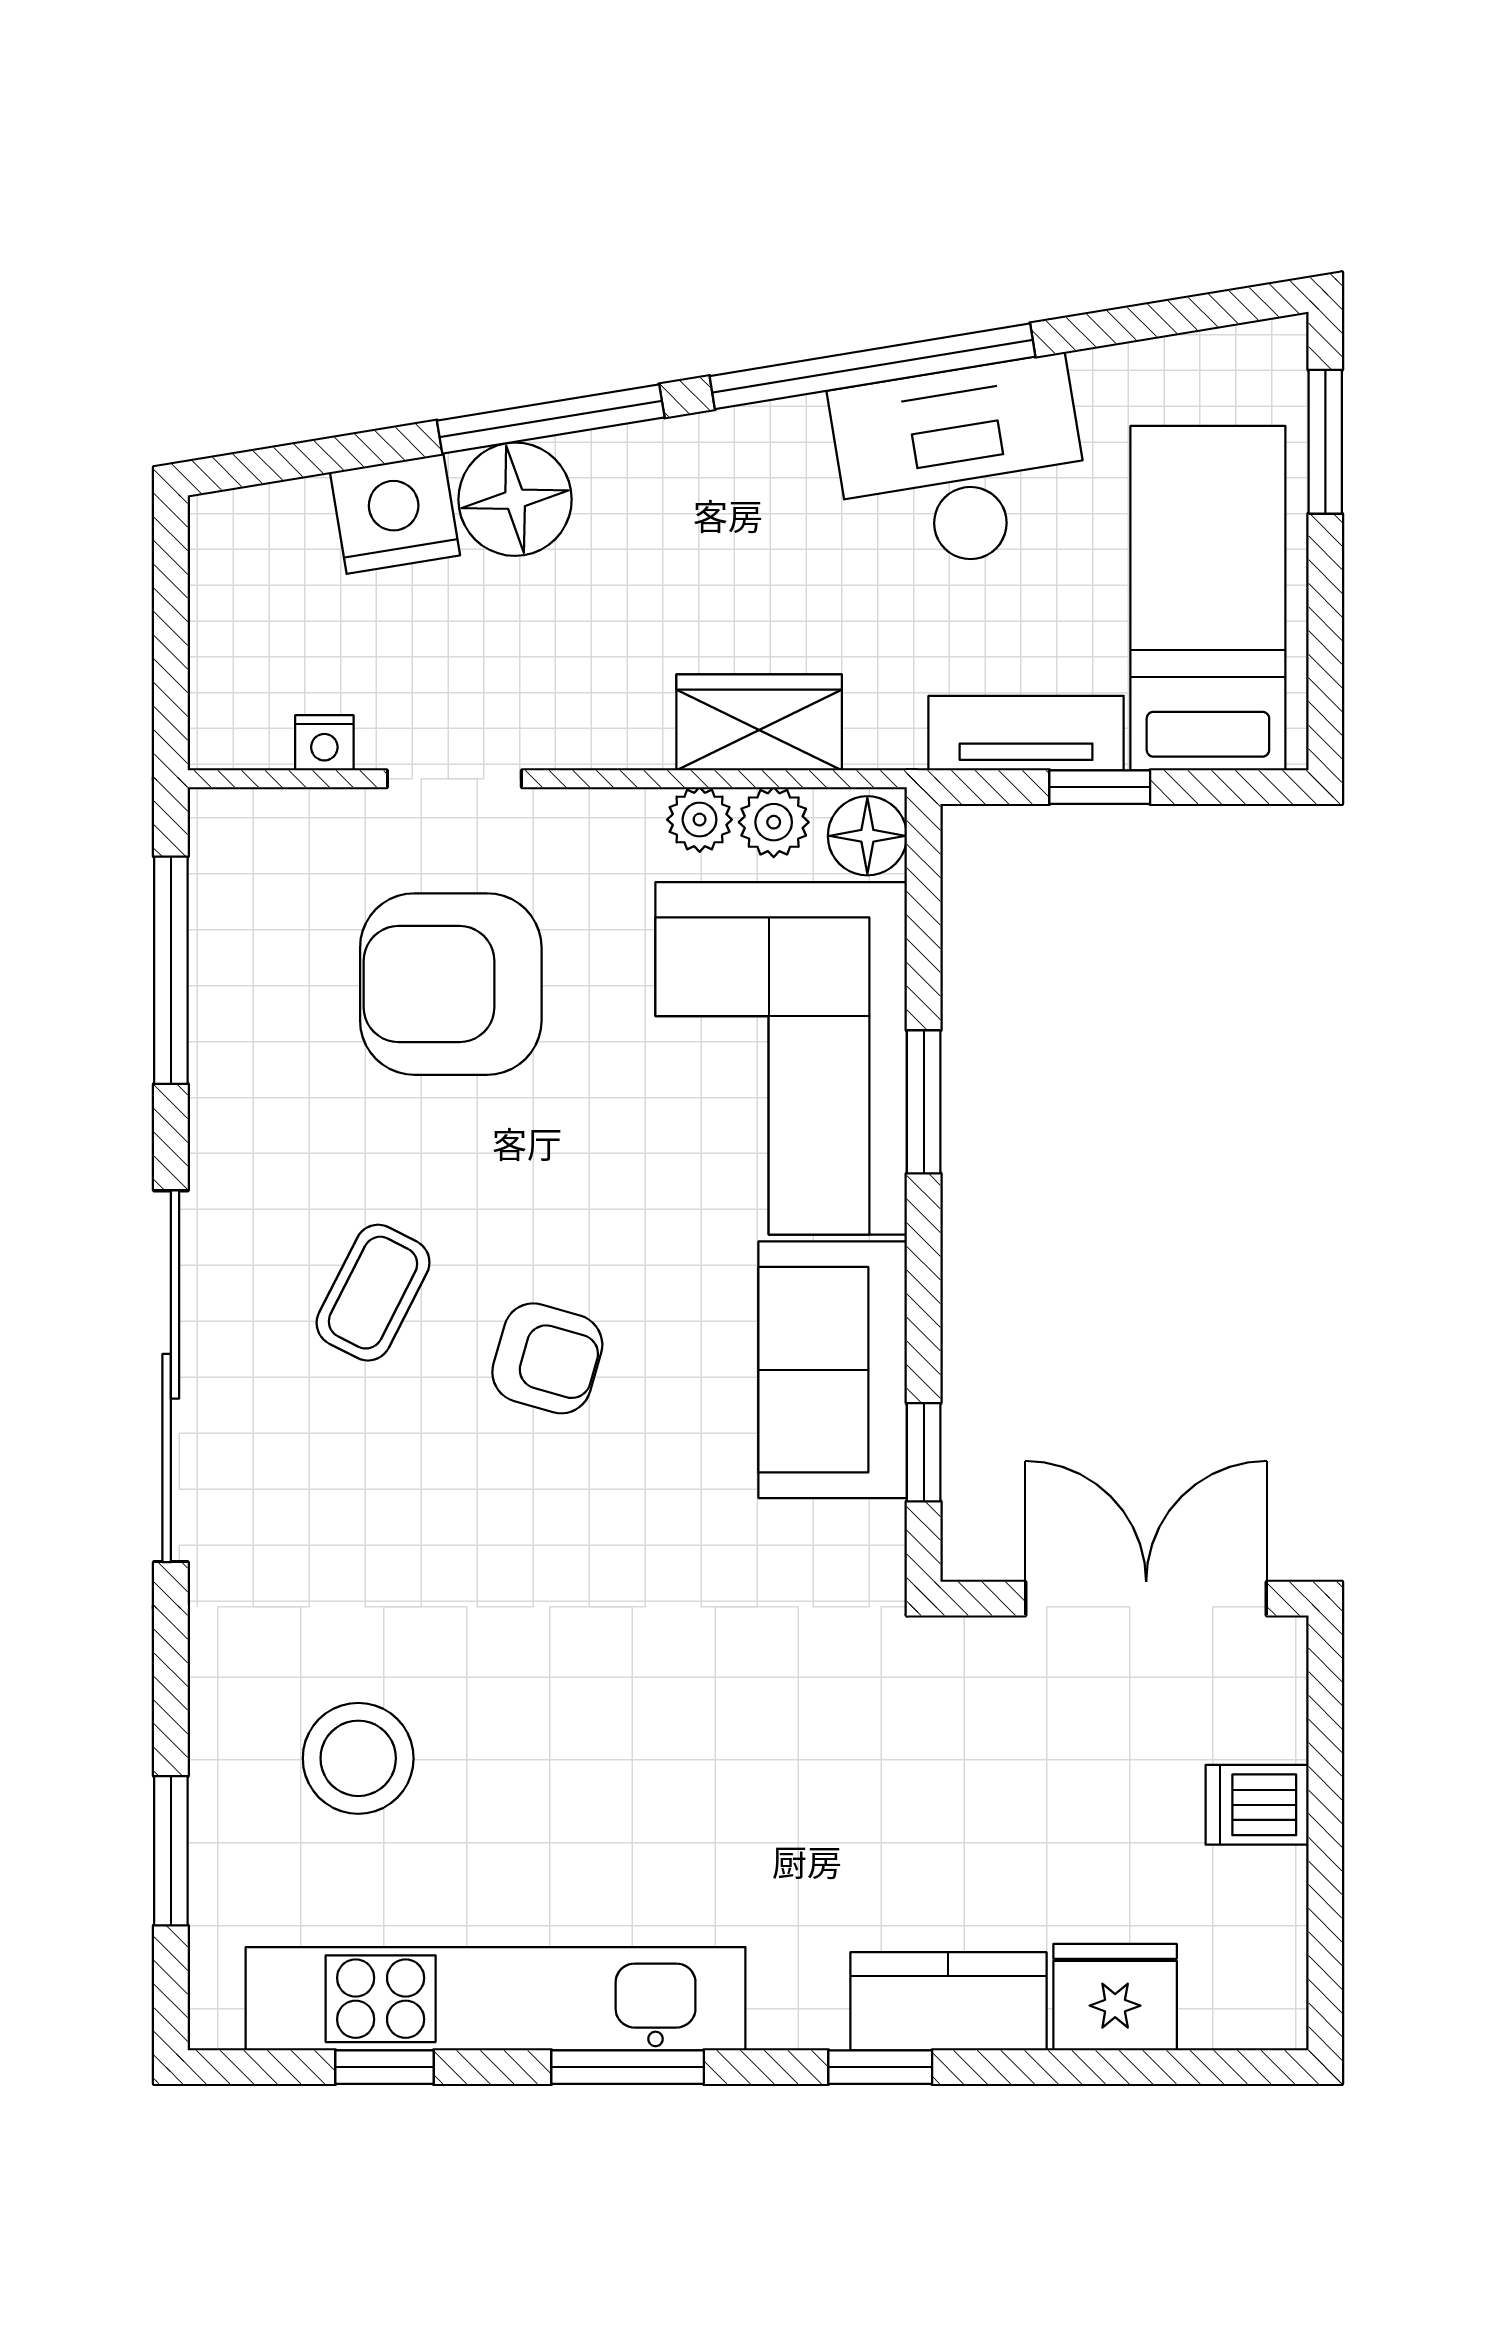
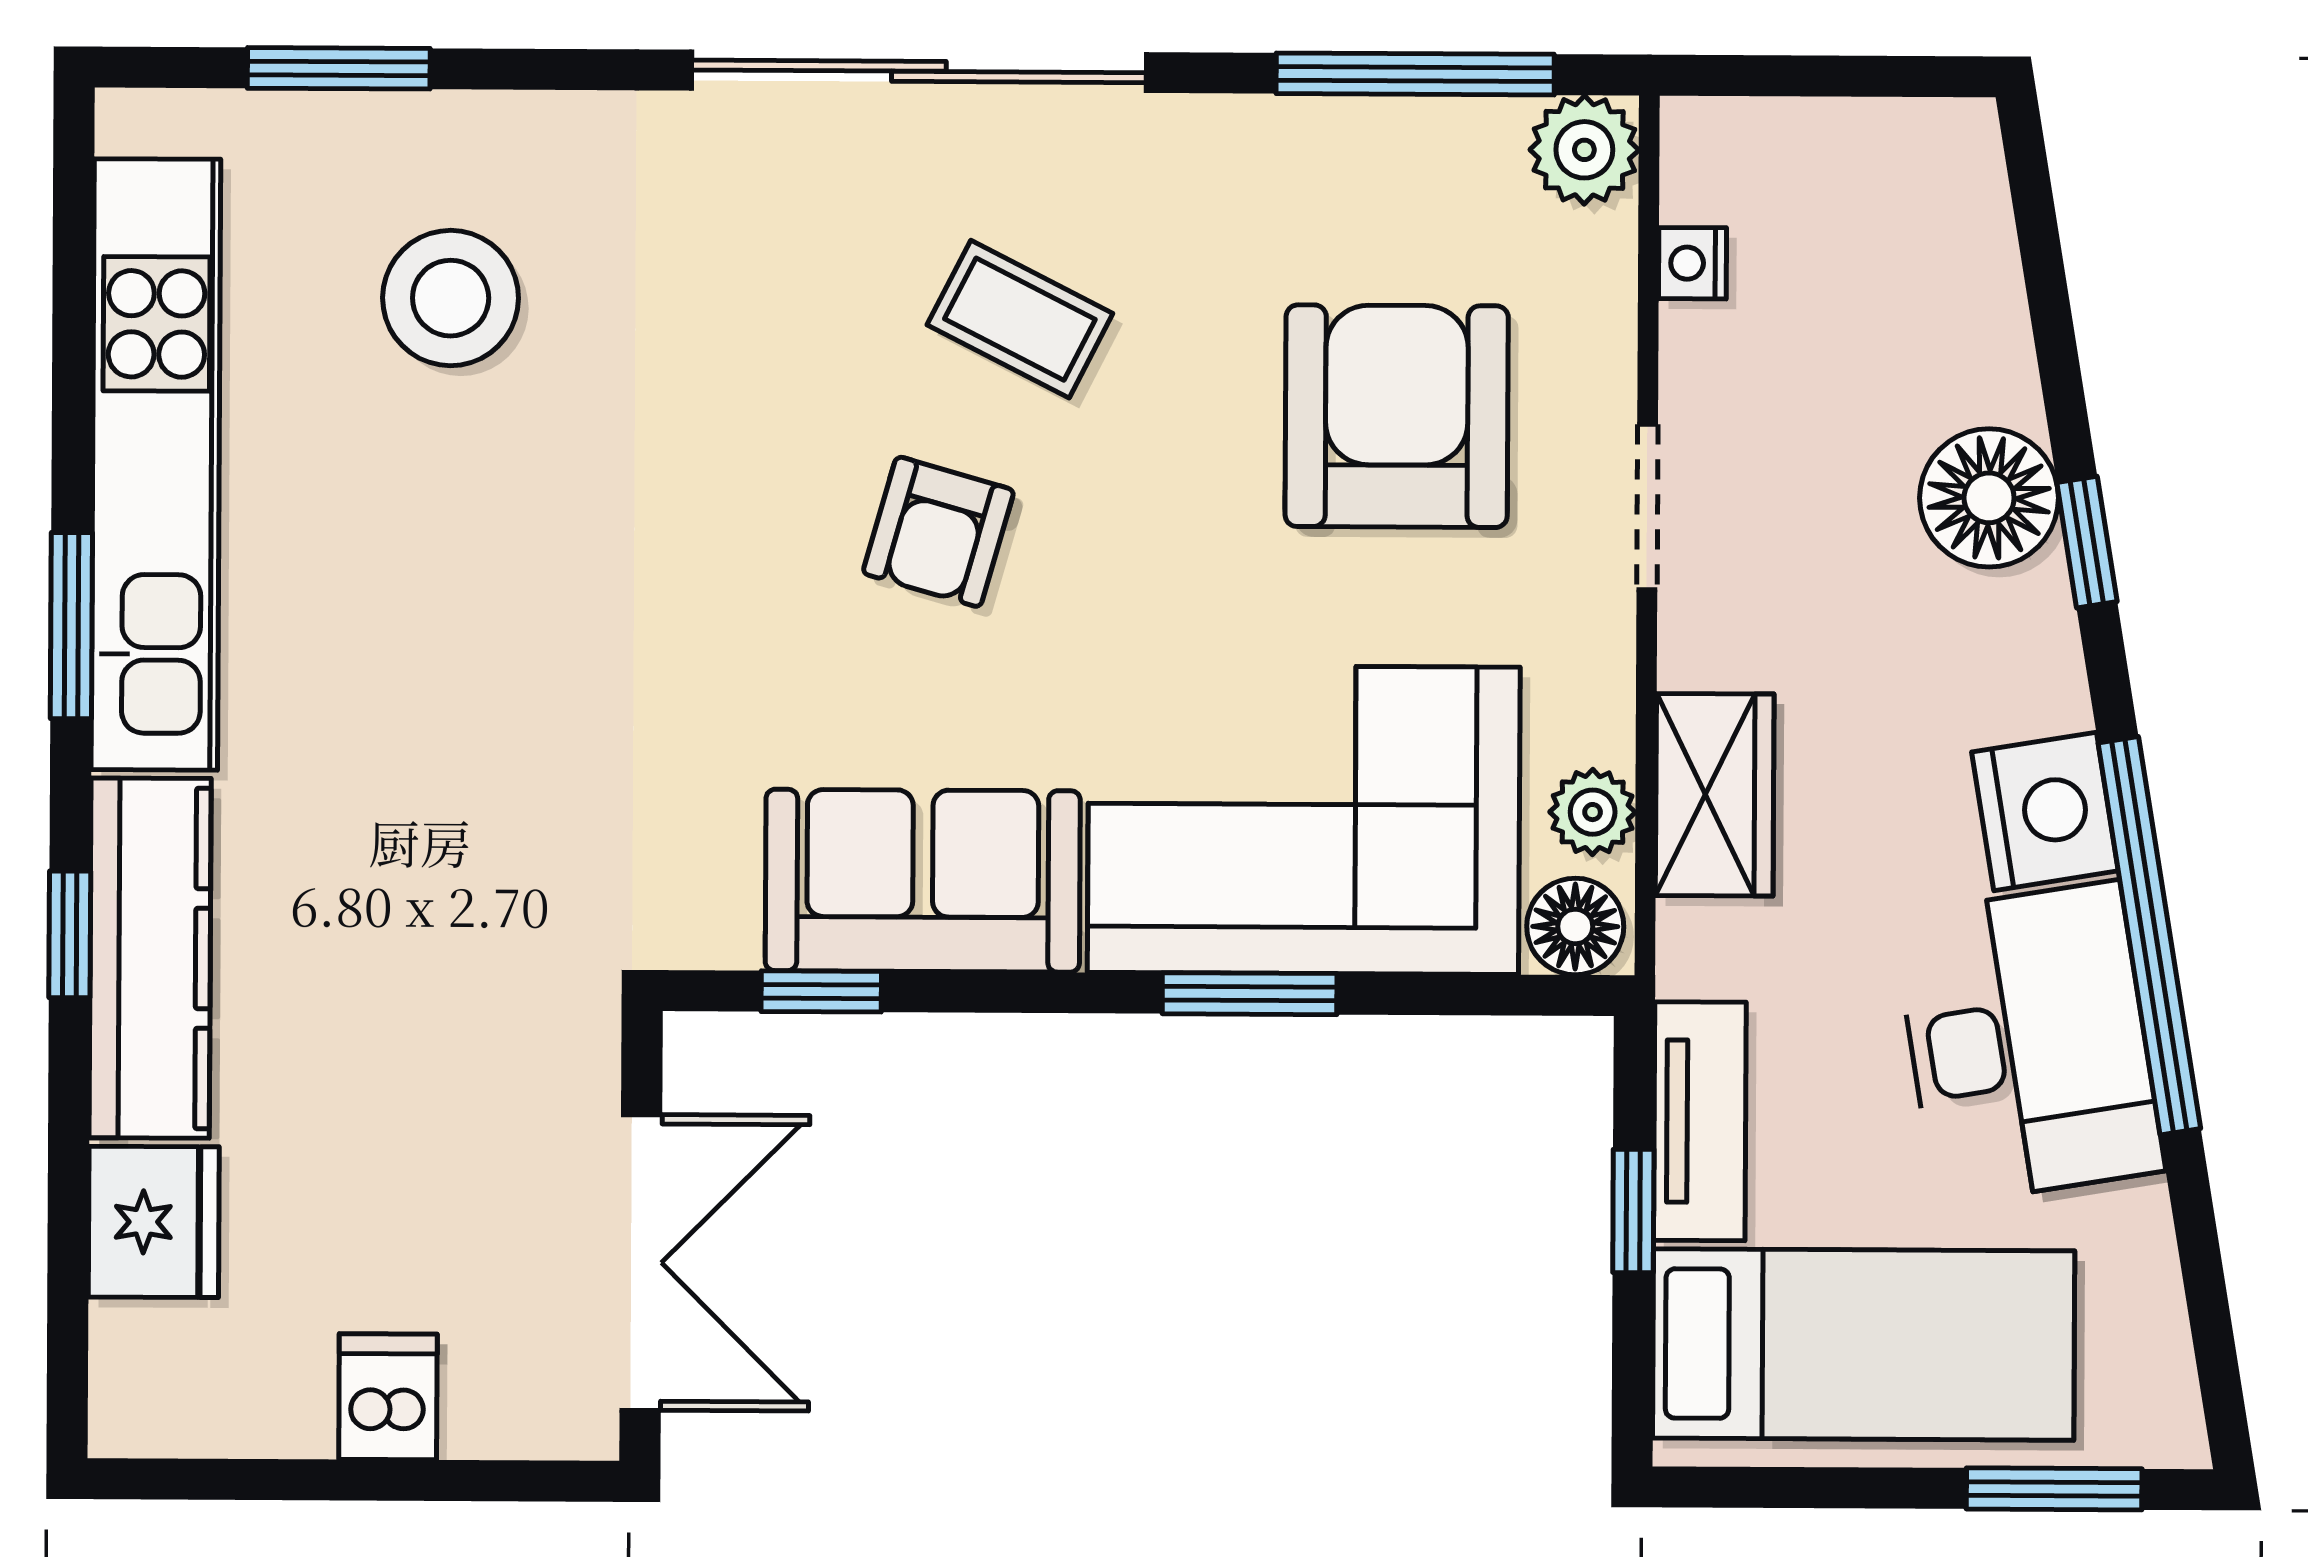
window: (551, 419) -> (2087, 542), width x0.46
nightstand: (395, 514) -> (2045, 811), moved
doorway: (454, 779) -> (1647, 507), moved
plant: (700, 820) -> (1584, 150), moved, width x1.38, depth x1.38
kitchen counter: (948, 2001) -> (150, 958), width x1.50
window: (385, 2067) -> (73, 328), removed

